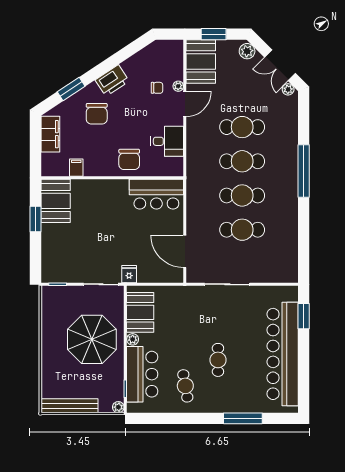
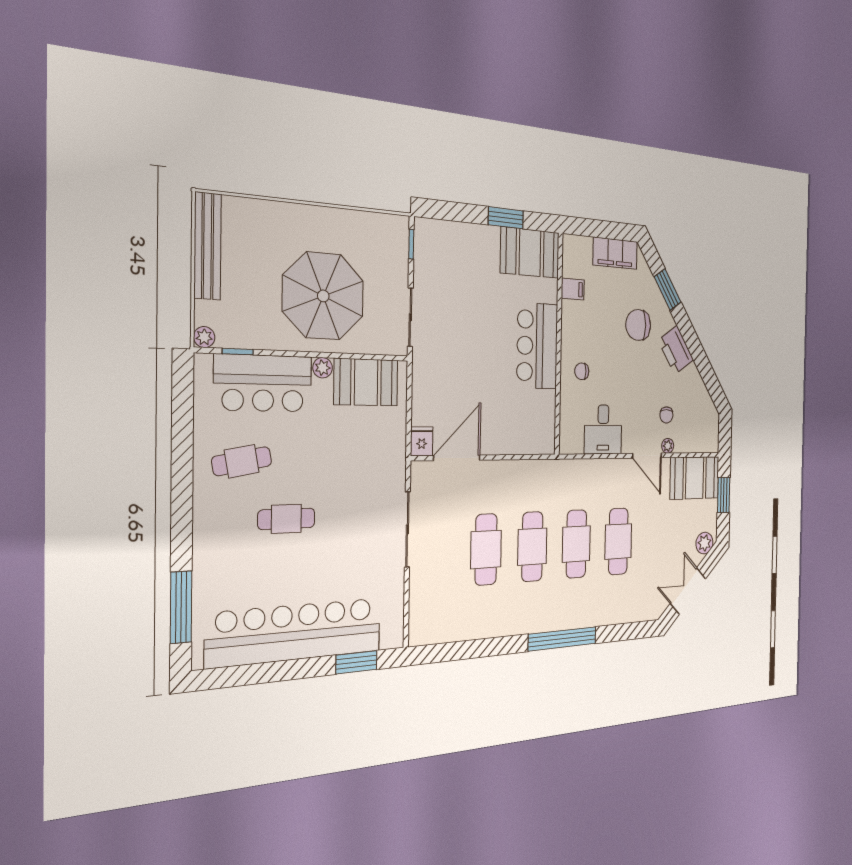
plant: (288, 89) -> (661, 605), removed
chair: (129, 159) -> (582, 371), width x0.54, depth x0.54
bar counter: (156, 194) -> (537, 346), moved
fridge: (129, 274) -> (422, 441), moved, turned -90
window: (243, 418) -> (181, 607), moved

